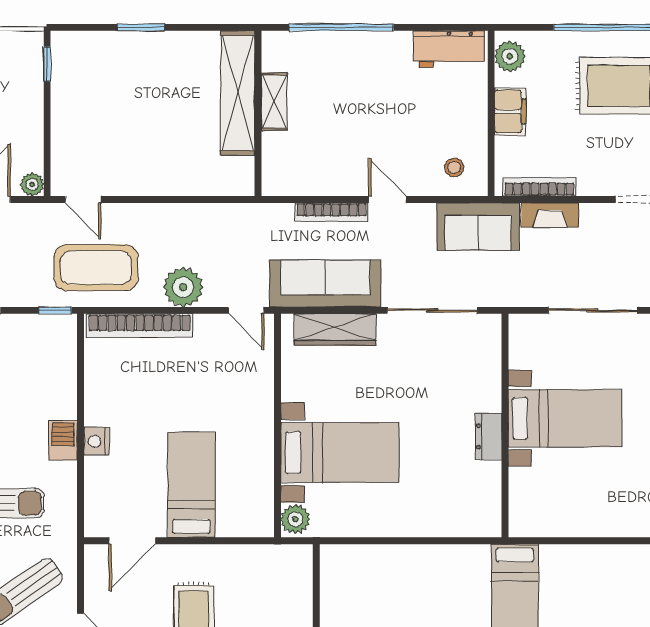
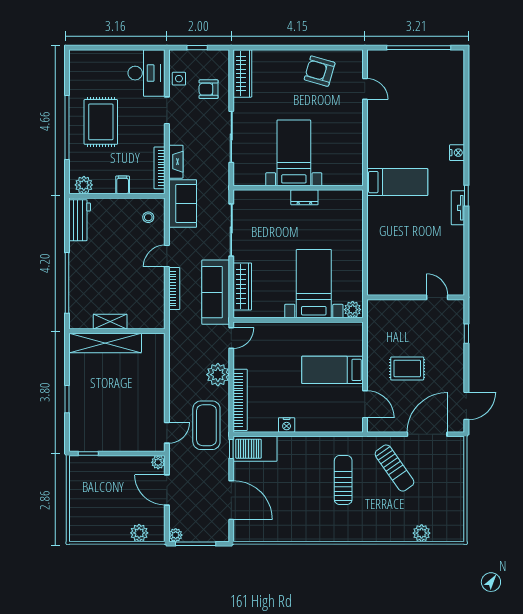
filing cabinet: (510, 111) -> (123, 185), width x0.50
barbecue: (63, 440) -> (255, 449), moved, width x1.88, depth x1.53
nightstand: (97, 441) -> (287, 425), moved

